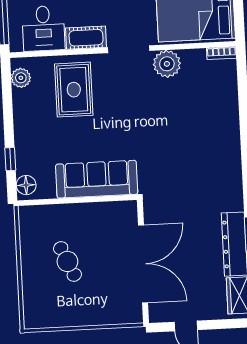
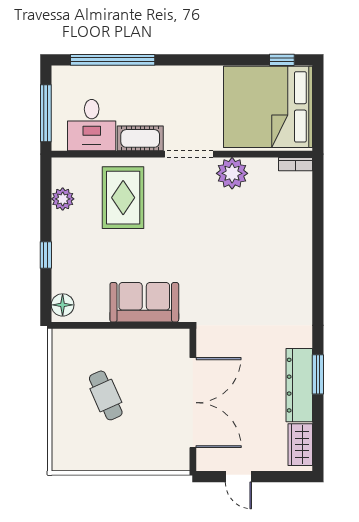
plant: (21, 78) -> (63, 199), moved
window: (10, 159) -> (46, 255), moved
sofa: (97, 179) -> (144, 302), width x0.73

